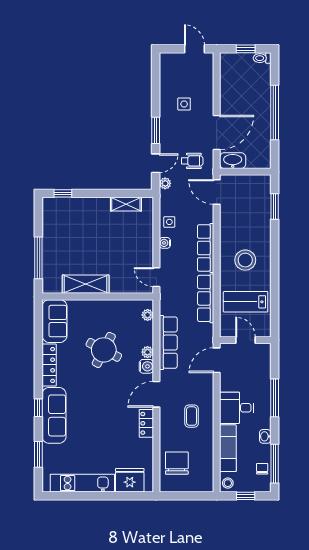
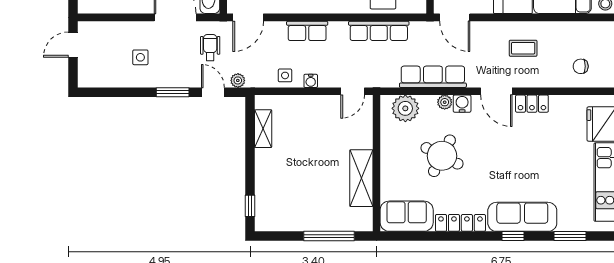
row of seats: (206, 248) -> (307, 31), width x0.68
plant: (148, 315) -> (405, 108), width x1.87, depth x1.87
chair: (177, 463) -> (581, 66), width x0.54, depth x0.54

